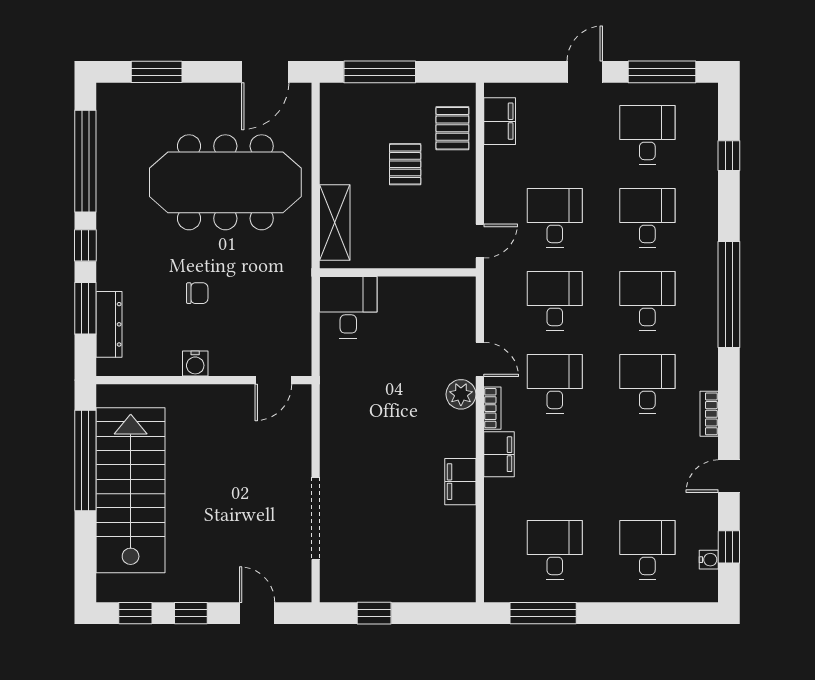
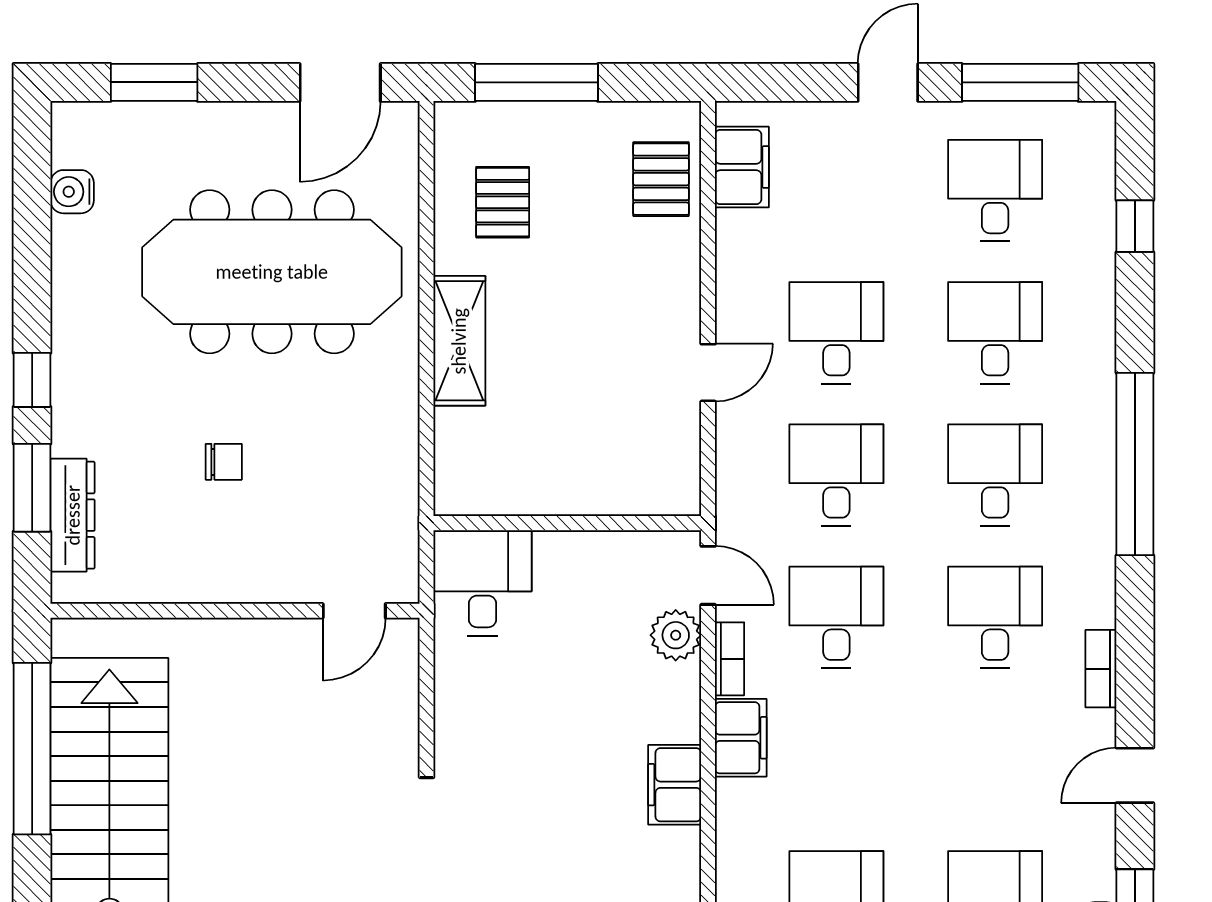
window: (85, 161) -> (32, 235), removed
pallet: (405, 164) -> (503, 202), moved
wall: (398, 272) -> (567, 523), moved
desk: (348, 307) -> (483, 583), moved
water cooler: (195, 363) -> (72, 192), moved, turned 90

